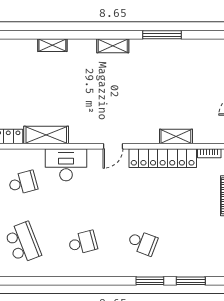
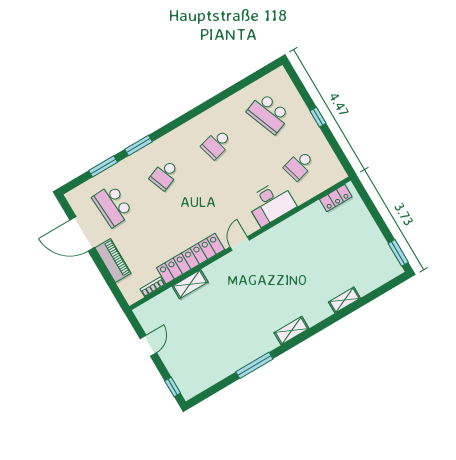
shelving: (46, 135) -> (304, 219), removed
school desk: (142, 243) -> (165, 175), turned -42
school desk: (202, 243) -> (113, 206), added

